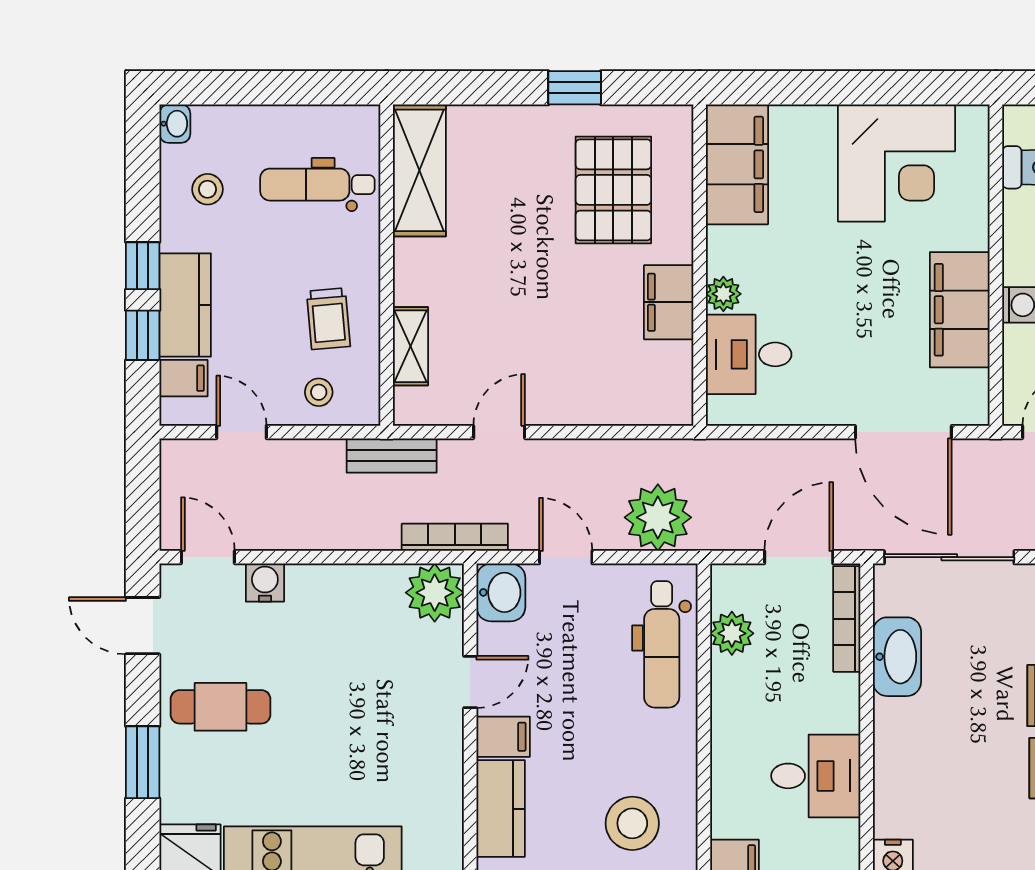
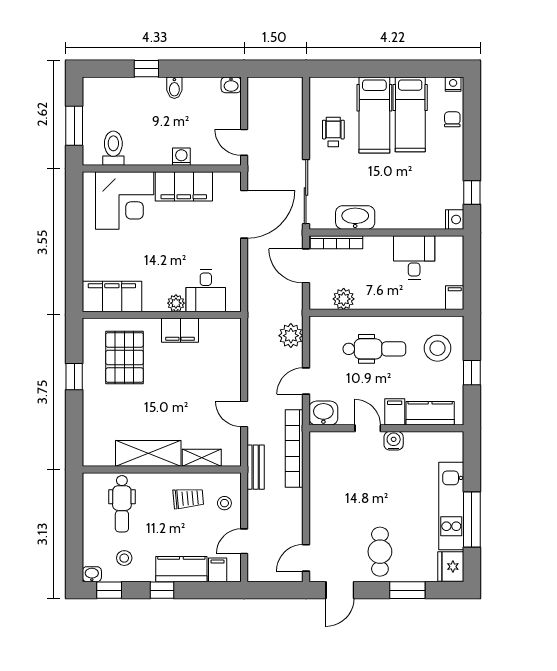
corner desk: (897, 163) -> (125, 201), moved, turned 90
shelving: (419, 170) -> (148, 453), moved
pallet: (613, 190) -> (125, 358), turned 90
window: (143, 335) -> (109, 590), moved
plant: (658, 517) -> (291, 336), width x0.73, depth x0.73
bookcase: (455, 537) -> (294, 448), width x1.48, depth x1.31
water cooler: (265, 583) -> (394, 441), moved, turned 90
plant: (435, 593) -> (323, 446), removed
dental chair: (662, 644) -> (374, 349), moved

